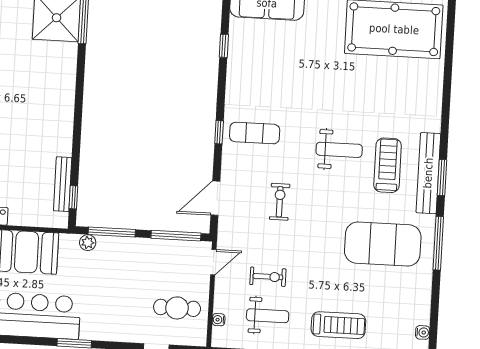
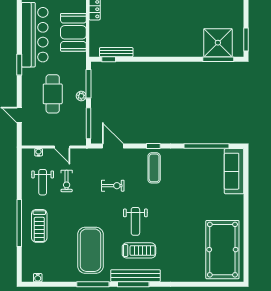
window: (224, 46) -> (206, 146), width x3.17
weight bench: (339, 150) -> (135, 221), moved
window: (442, 178) -> (133, 284), width x1.44
plant: (88, 243) -> (81, 96), moved
door: (213, 262) -> (62, 147), moved
cafe table: (177, 308) -> (53, 94), moved, width x1.37, depth x1.35

